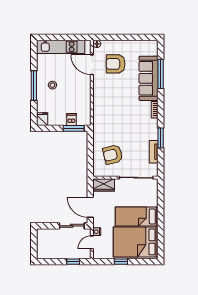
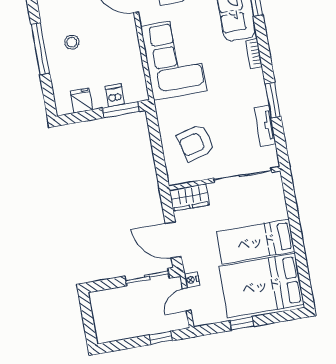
corner sofa: (109, 105) -> (174, 59), added
fridge: (42, 119) -> (81, 100), moved

